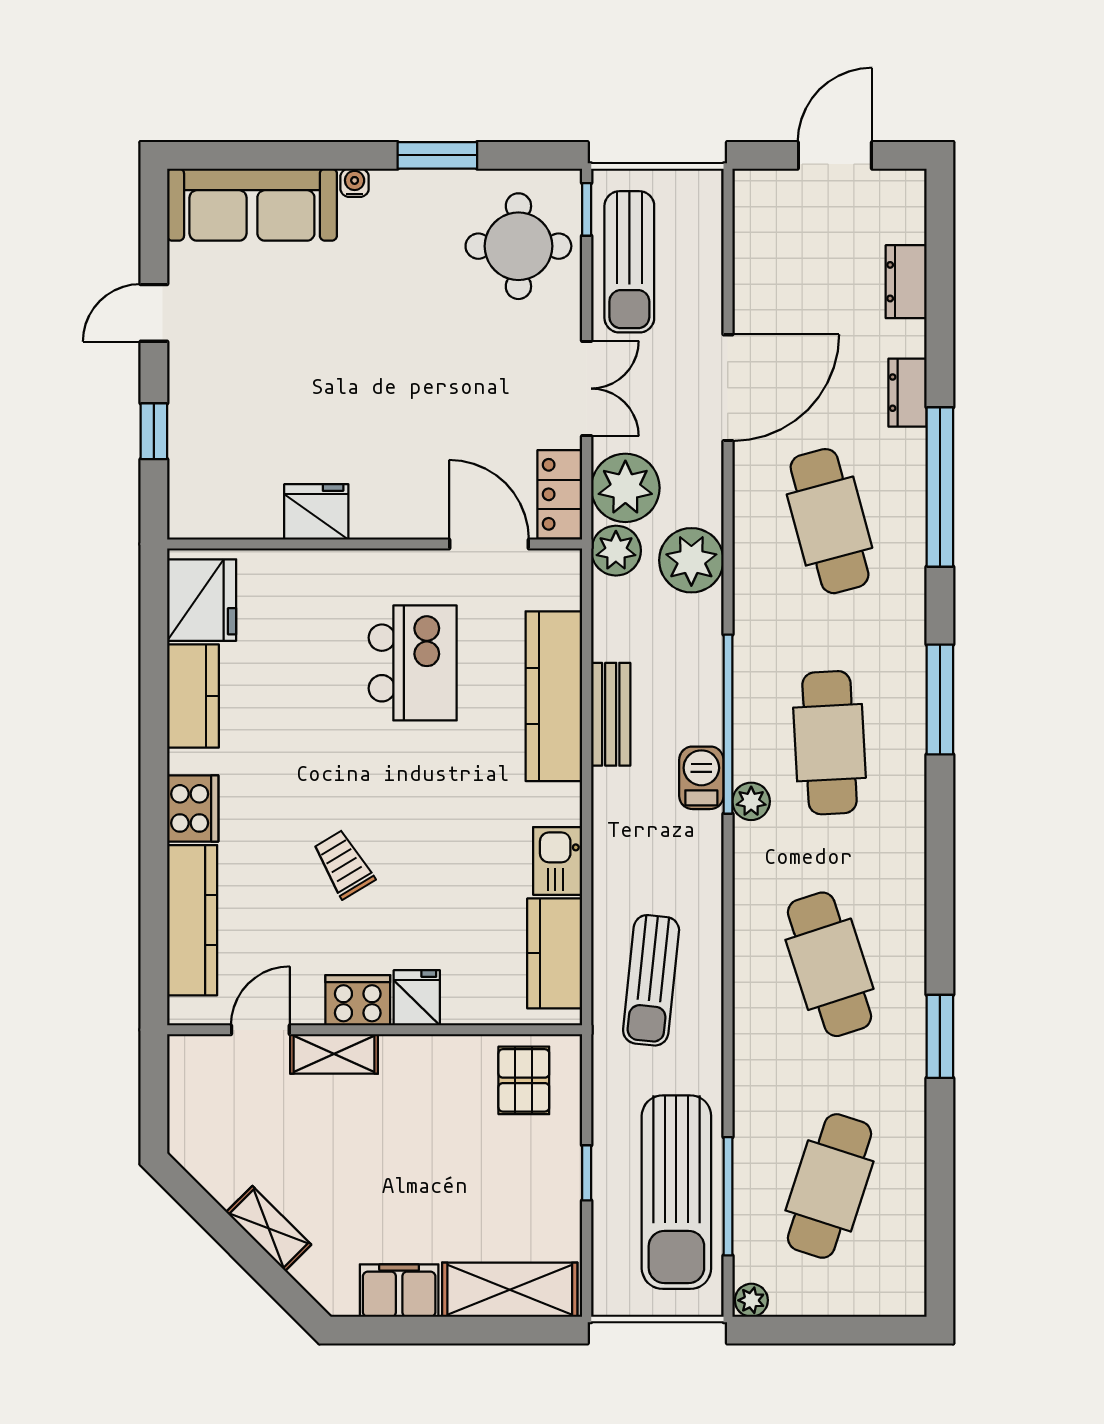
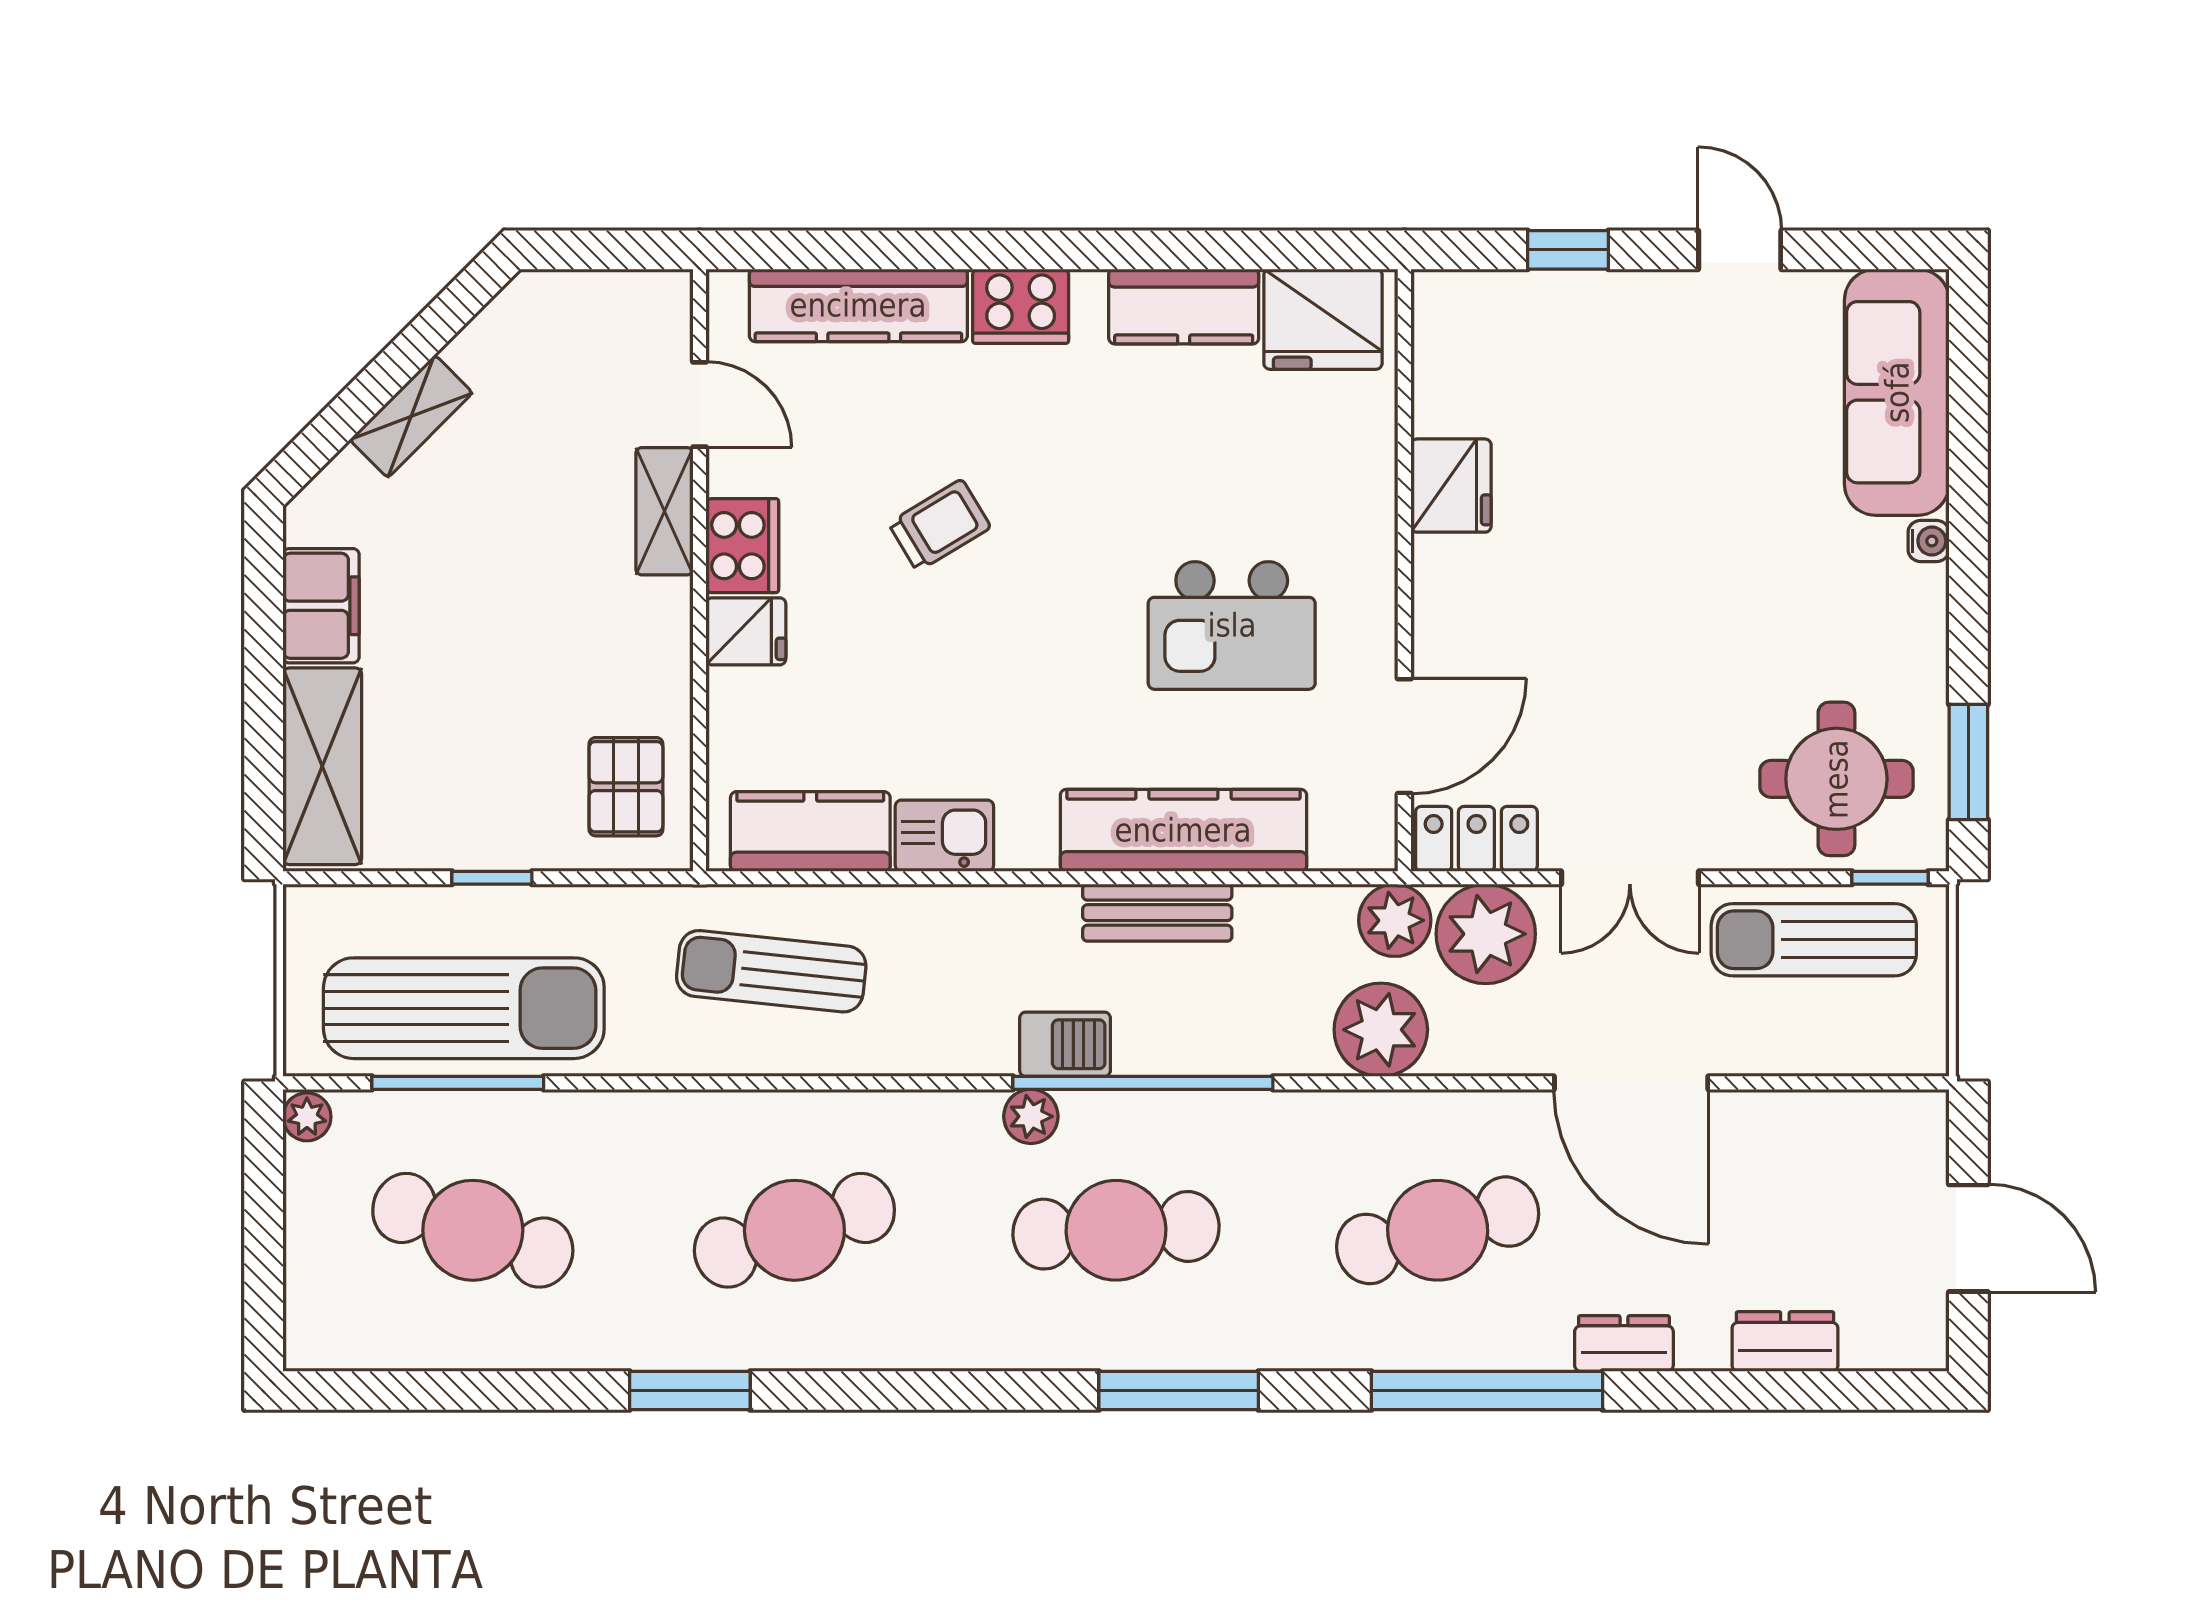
window: (437, 155) -> (1968, 762), moved
pallet: (524, 1080) -> (626, 787), turned 90
sun lounger: (676, 1192) -> (464, 1008), turned 180

